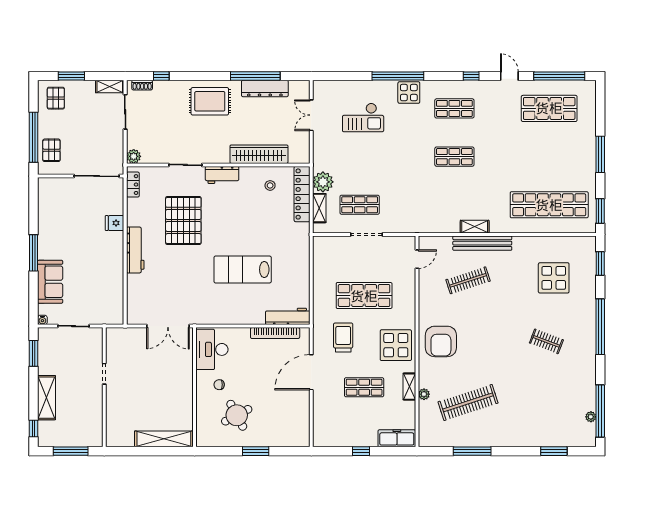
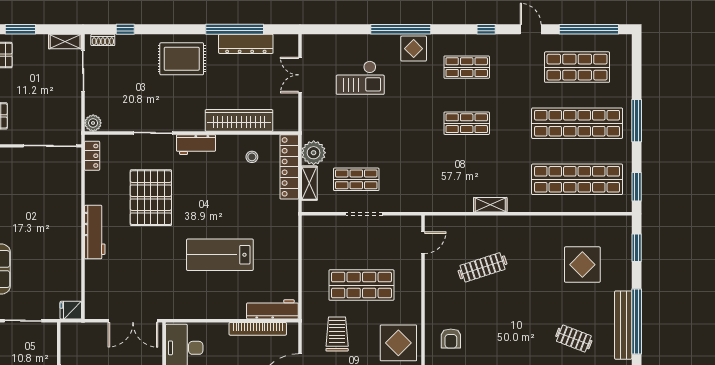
shop shelf: (549, 157) -> (577, 123), added
fridge: (115, 223) -> (71, 310), moved
bench: (482, 243) -> (623, 325), moved, turned 90
armchair: (441, 341) -> (451, 339), width x0.53, depth x0.53

